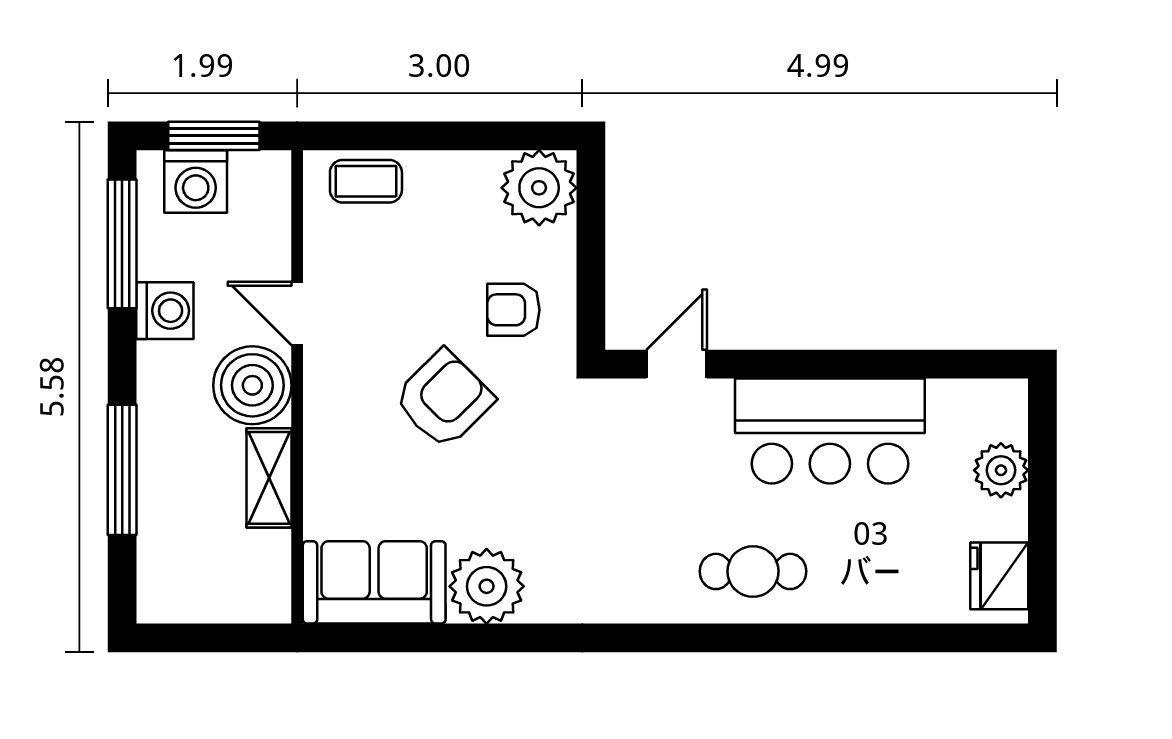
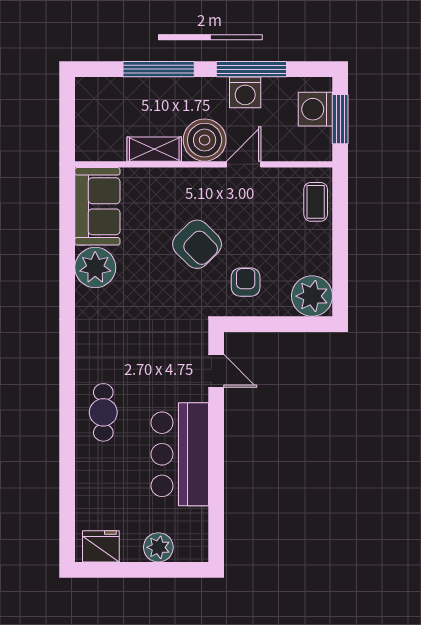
window: (122, 244) -> (251, 69), moved

